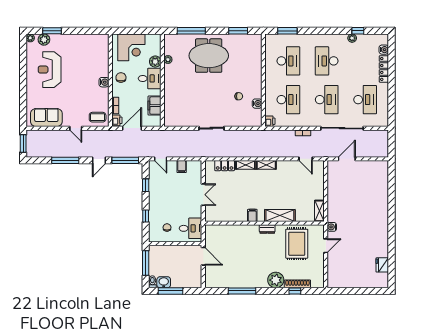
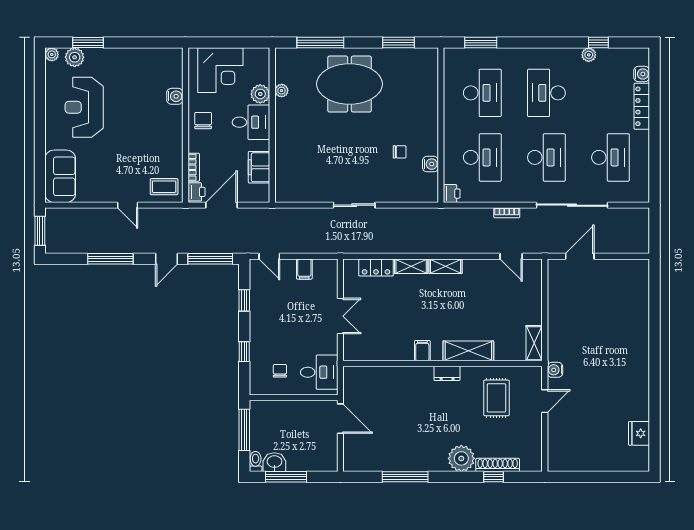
water cooler: (104, 82) -> (175, 96), moved
sofa: (46, 118) -> (60, 176), moved, turned 90
rug: (297, 244) -> (496, 398), width x0.73, depth x0.70

